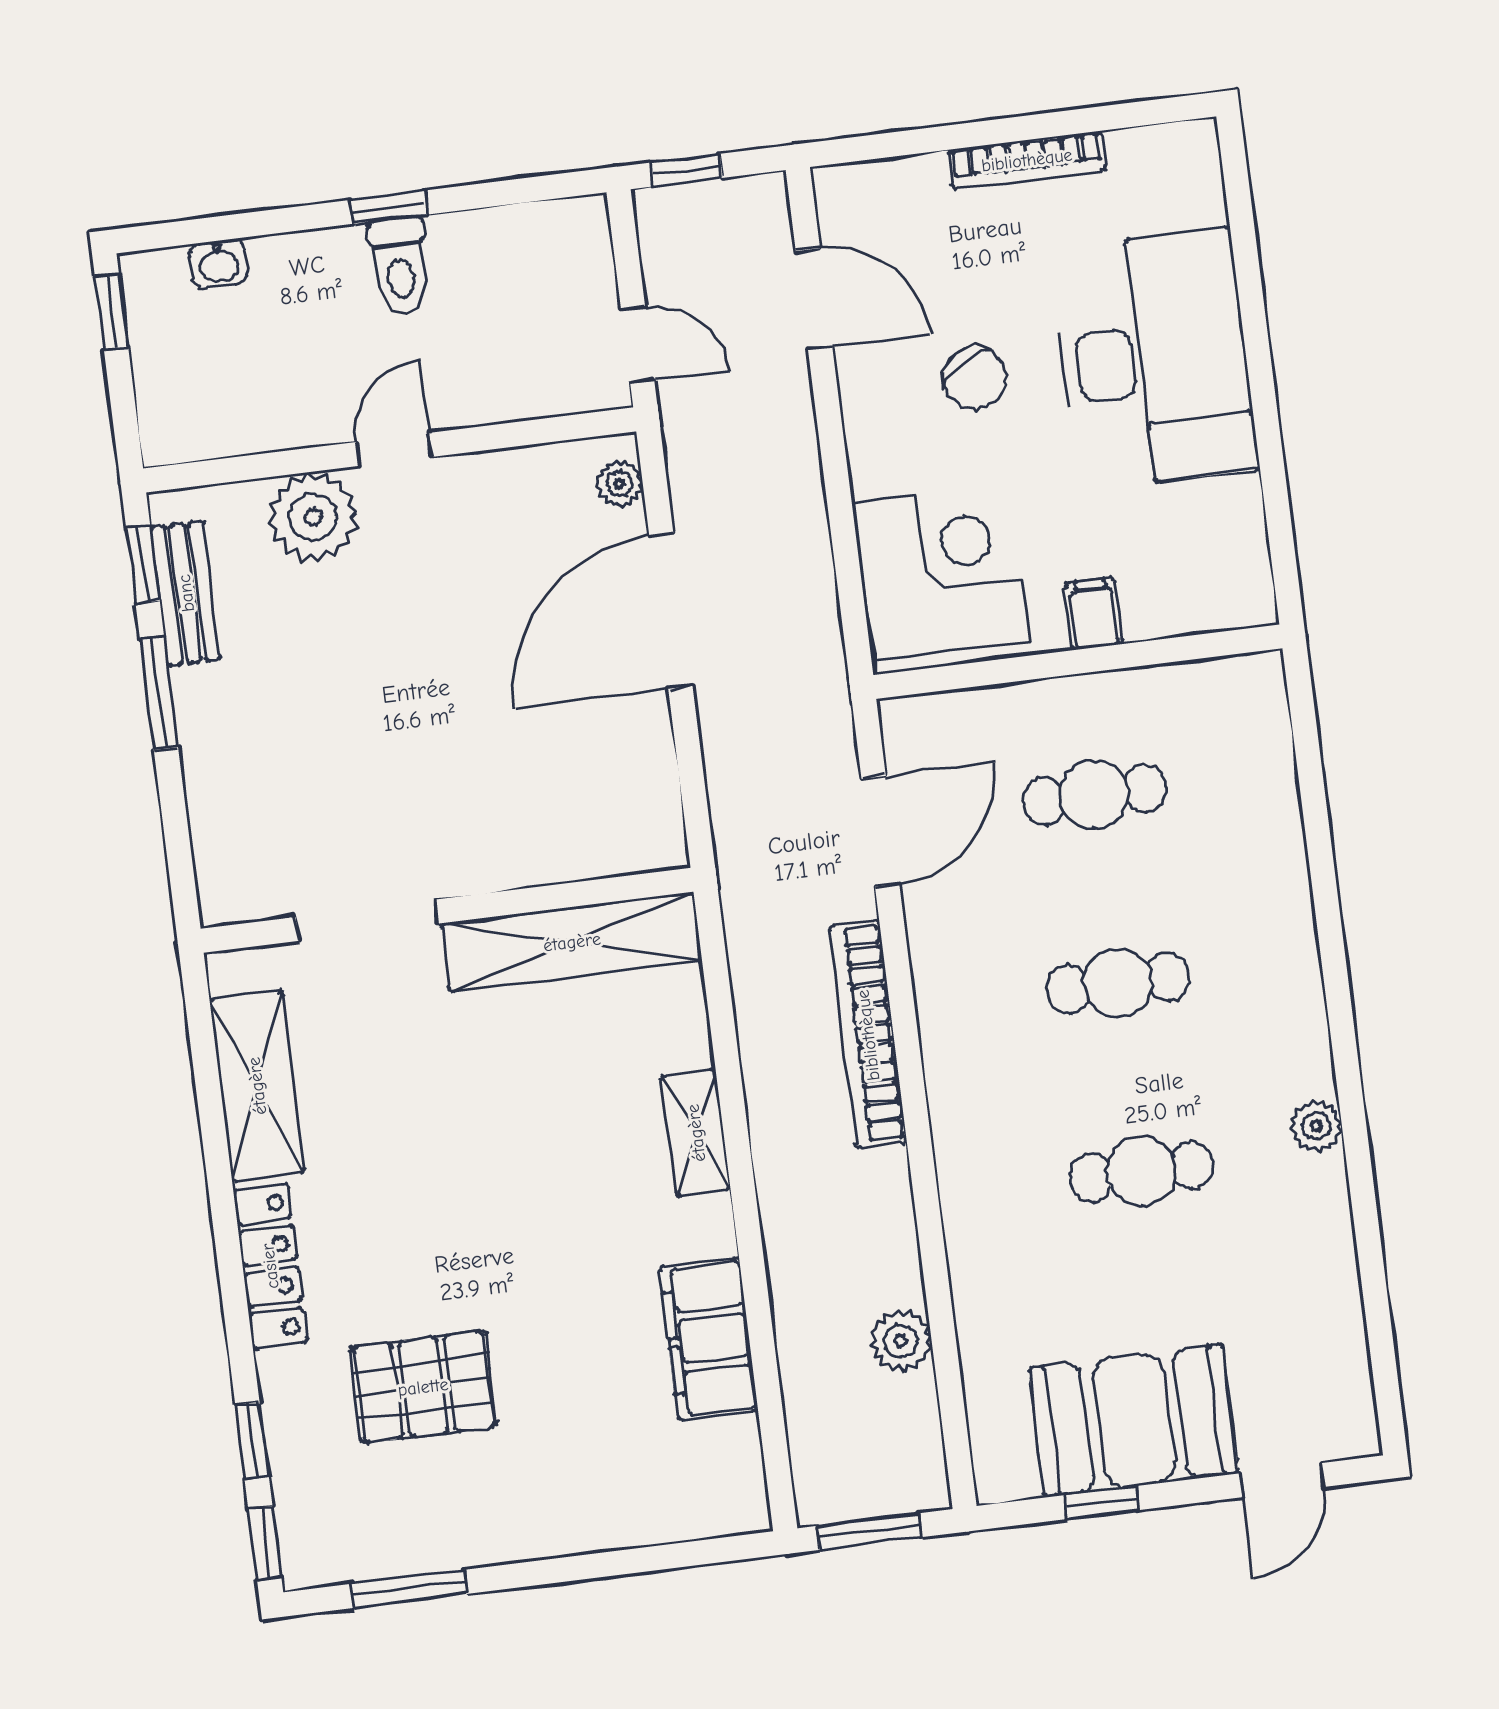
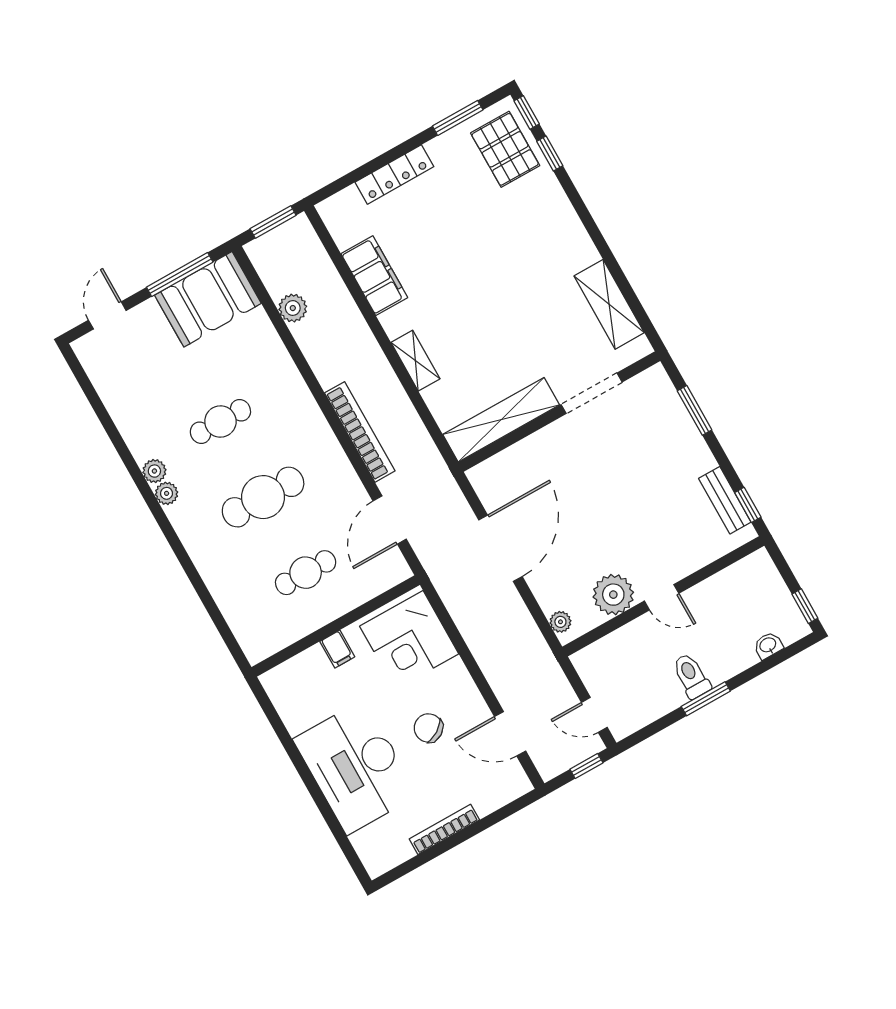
window: (389, 207) -> (706, 699), width x1.50
door: (638, 345) -> (594, 715), moved
door: (394, 449) -> (662, 597), hinge flipped
plant: (313, 517) -> (613, 595), moved
door: (671, 611) -> (500, 548), moved
window: (159, 693) -> (695, 410), moved
cafe table: (1118, 983) -> (263, 497), width x1.37, depth x1.35
plant: (1310, 1071) -> (167, 493), added
locker: (270, 1266) -> (394, 174), moved, turned -90
pallet: (423, 1387) -> (505, 149), moved, turned 90
booth: (1134, 1421) -> (208, 299), moved
window: (1102, 1503) -> (180, 275), width x2.17

